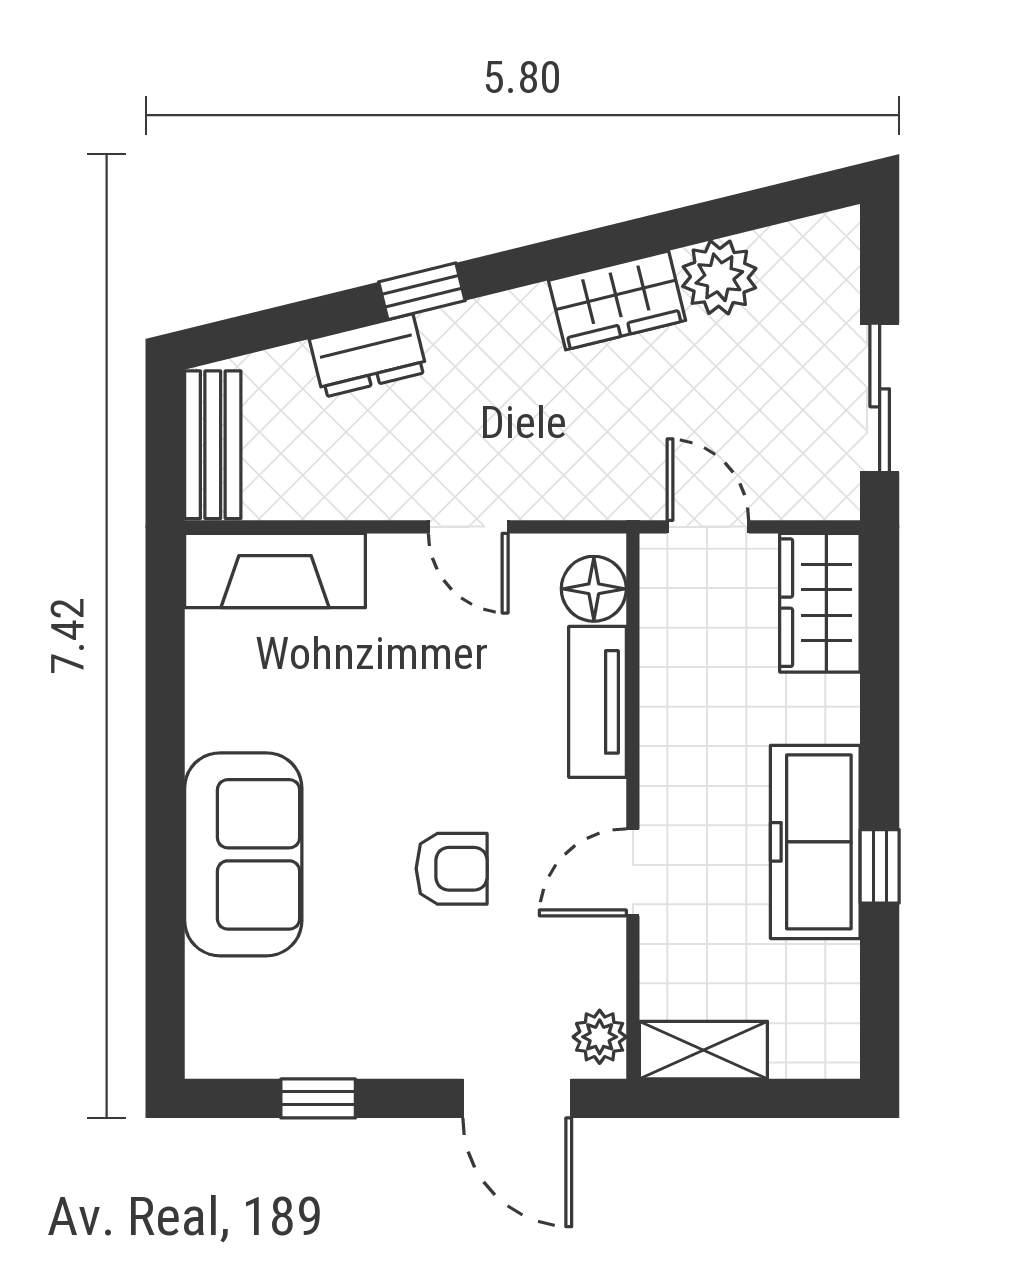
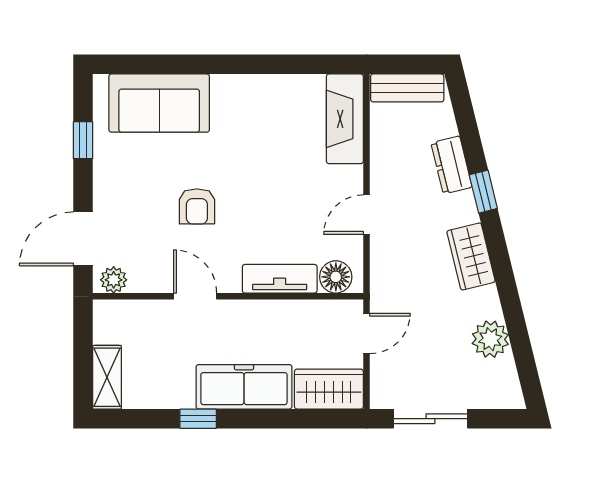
wardrobe: (617, 300) -> (471, 256), moved
freezer: (815, 842) -> (244, 387), moved
sofa: (243, 854) -> (159, 103), moved
shelving: (703, 1050) -> (107, 377), moved

